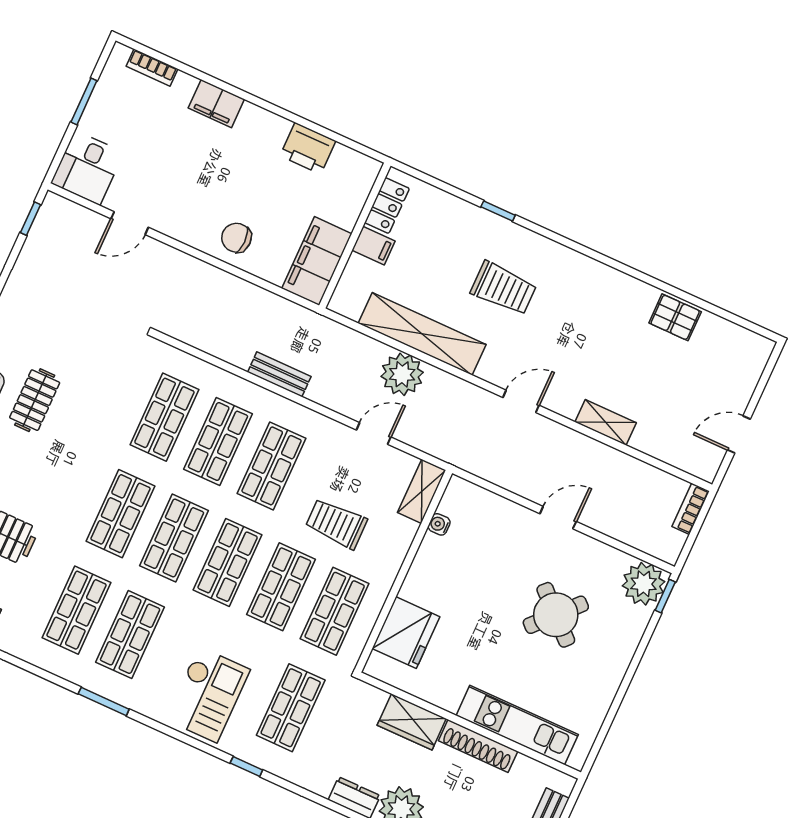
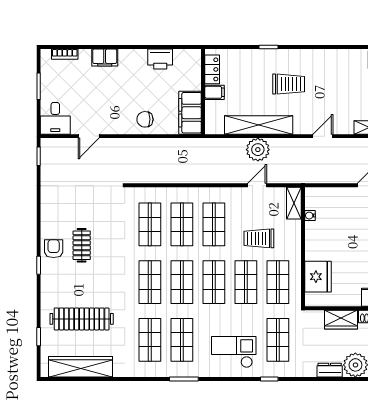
bench: (279, 374) -> (197, 177), removed
checkout: (208, 695) -> (234, 352), turned -90

